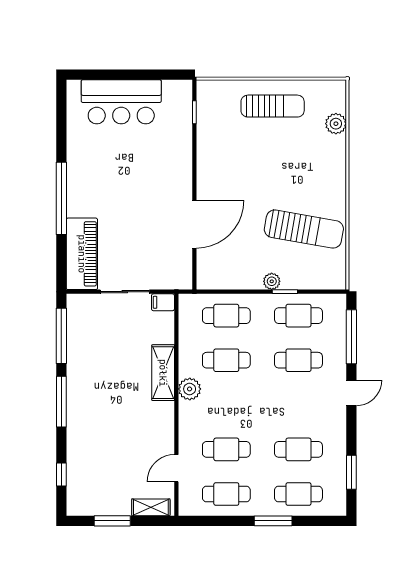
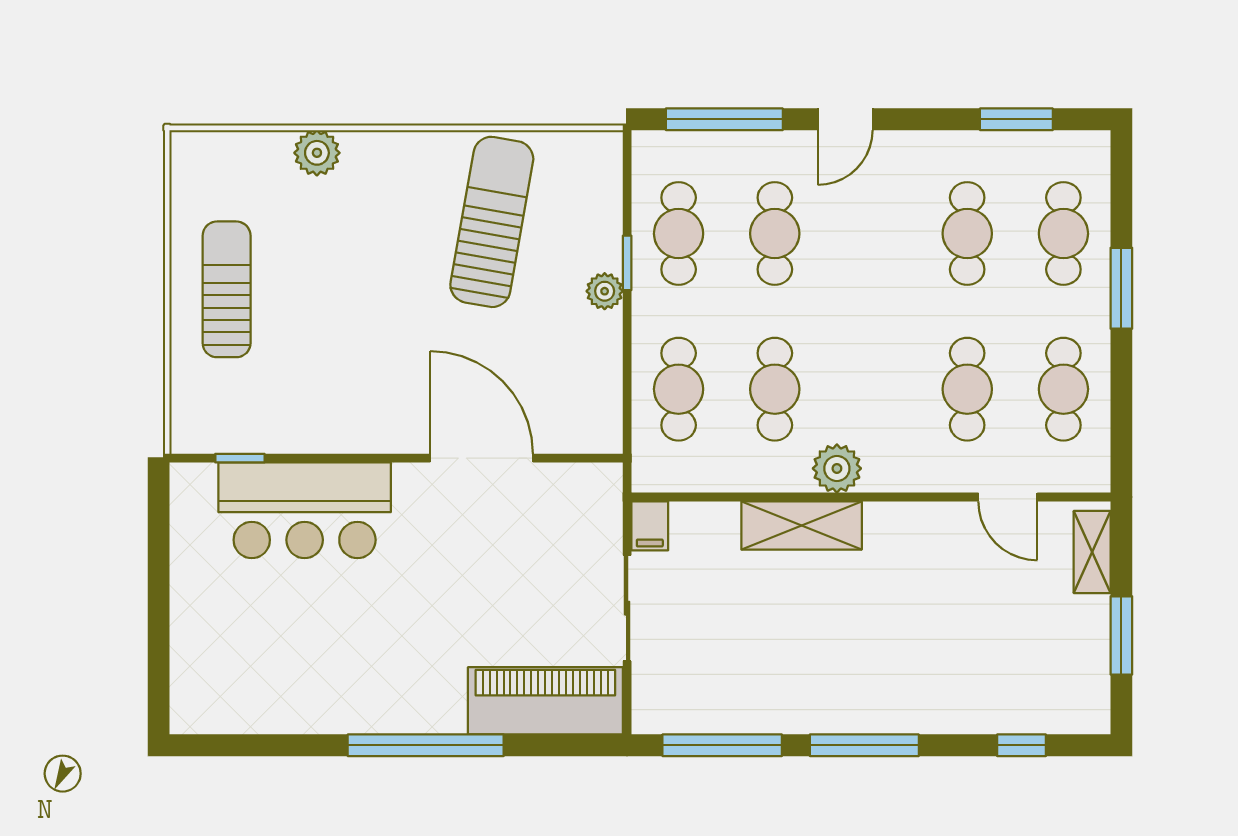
bar counter: (121, 102) -> (305, 510), moved, turned 90
plant: (336, 124) -> (317, 153), moved
door: (351, 393) -> (845, 119), swing flipped

